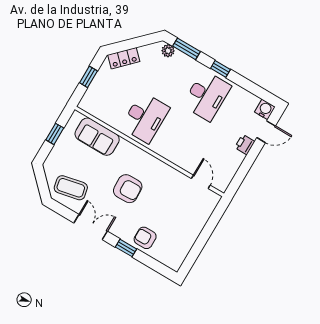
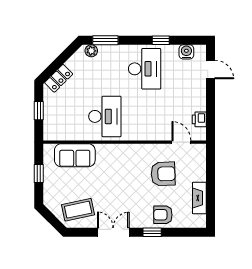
window: (220, 69) -> (161, 40), moved
water cooler: (265, 109) -> (186, 52), moved
door: (266, 132) -> (210, 70), hinge flipped
printer: (245, 145) -> (199, 119), moved
armchair: (128, 189) -> (163, 174), moved
fireplace: (187, 242) -> (199, 198), added

